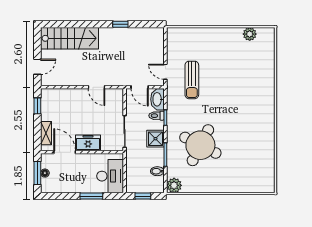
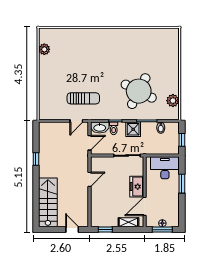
plant: (174, 185) -> (173, 101), moved

